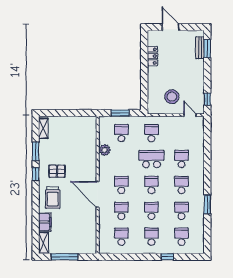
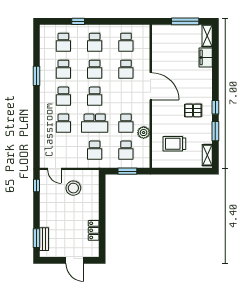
school desk: (121, 185) -> (126, 123), moved
trolley: (53, 198) -> (174, 144), moved, turned -90

